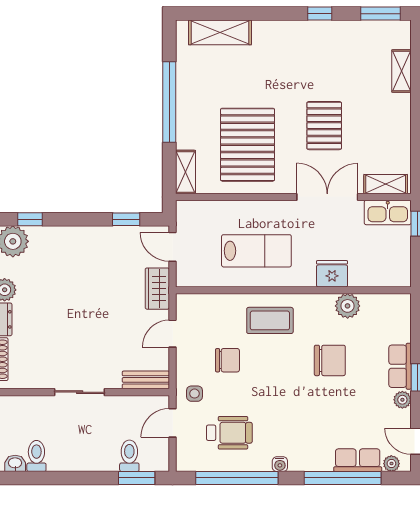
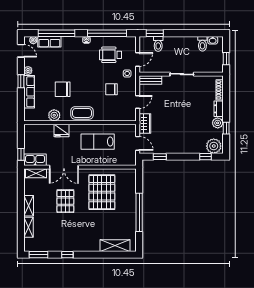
shelving: (186, 172) -> (29, 206), moved
coffee table: (270, 320) -> (82, 113), moved
row of seats: (400, 366) -> (29, 92), width x1.48

